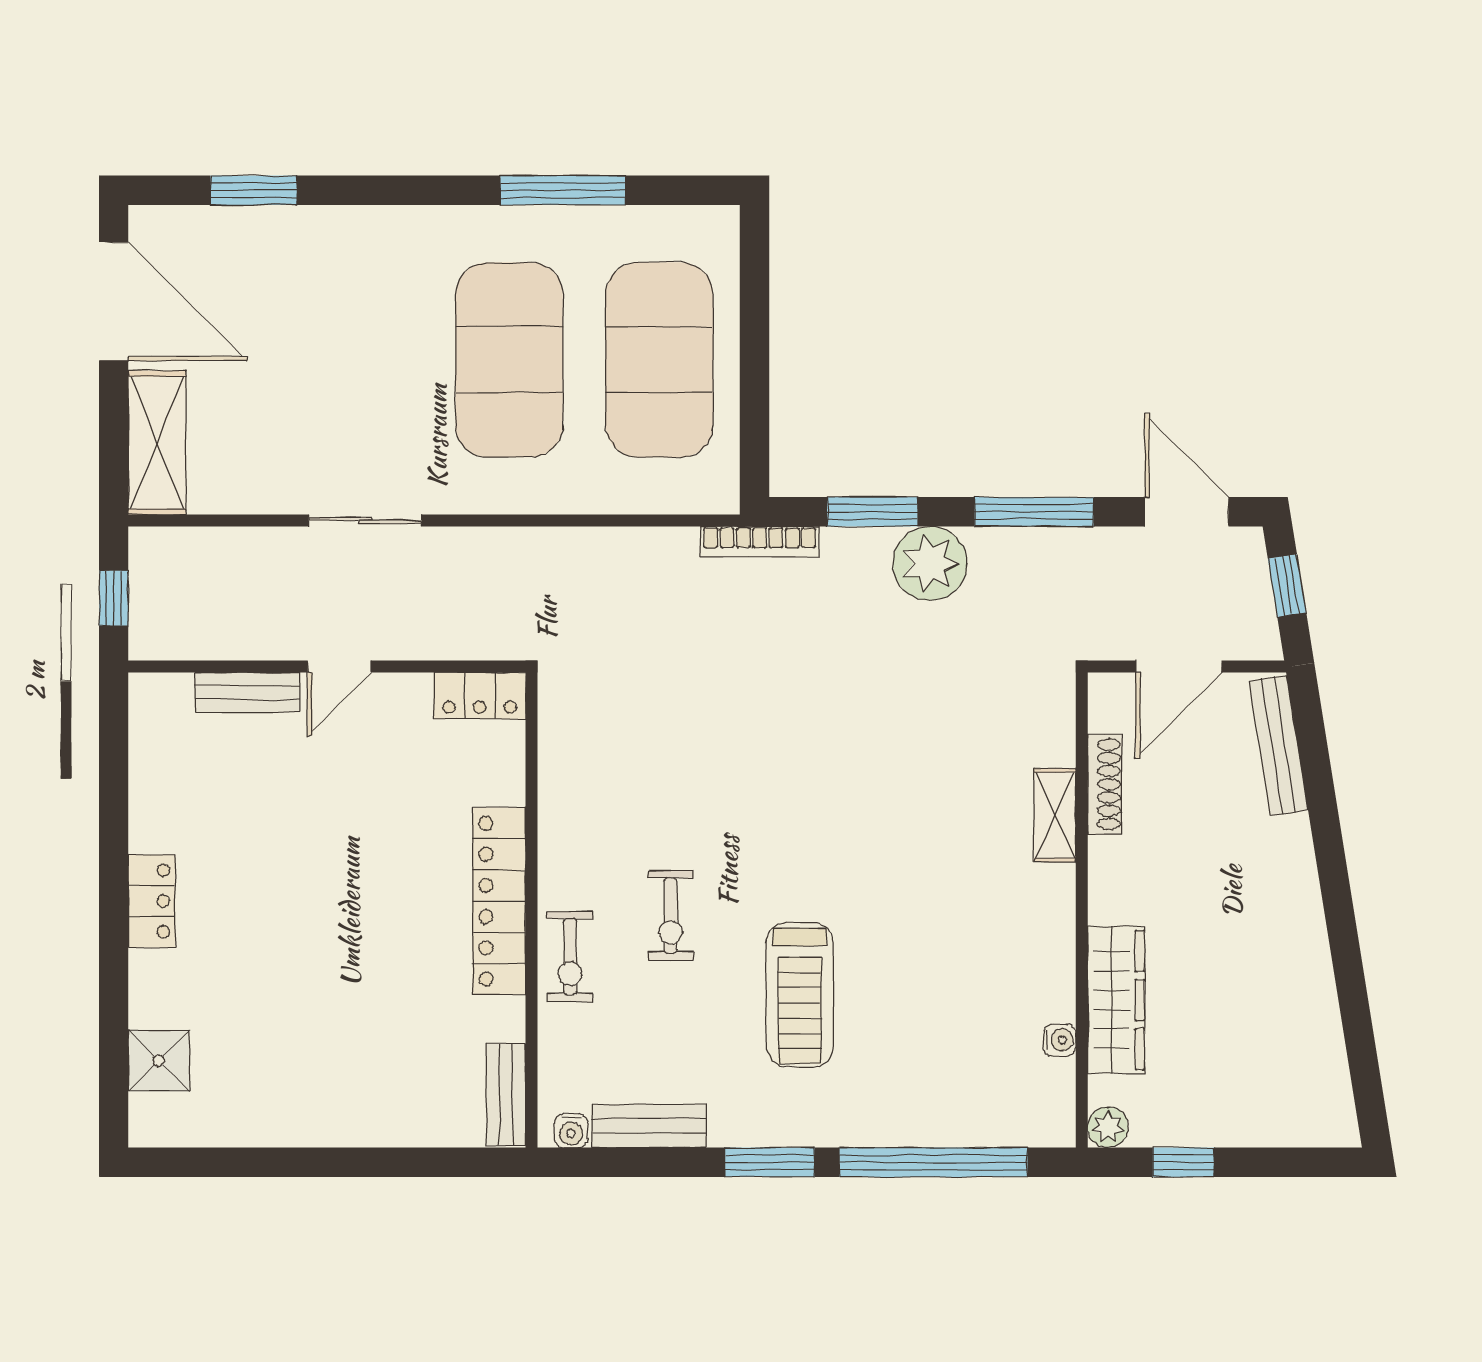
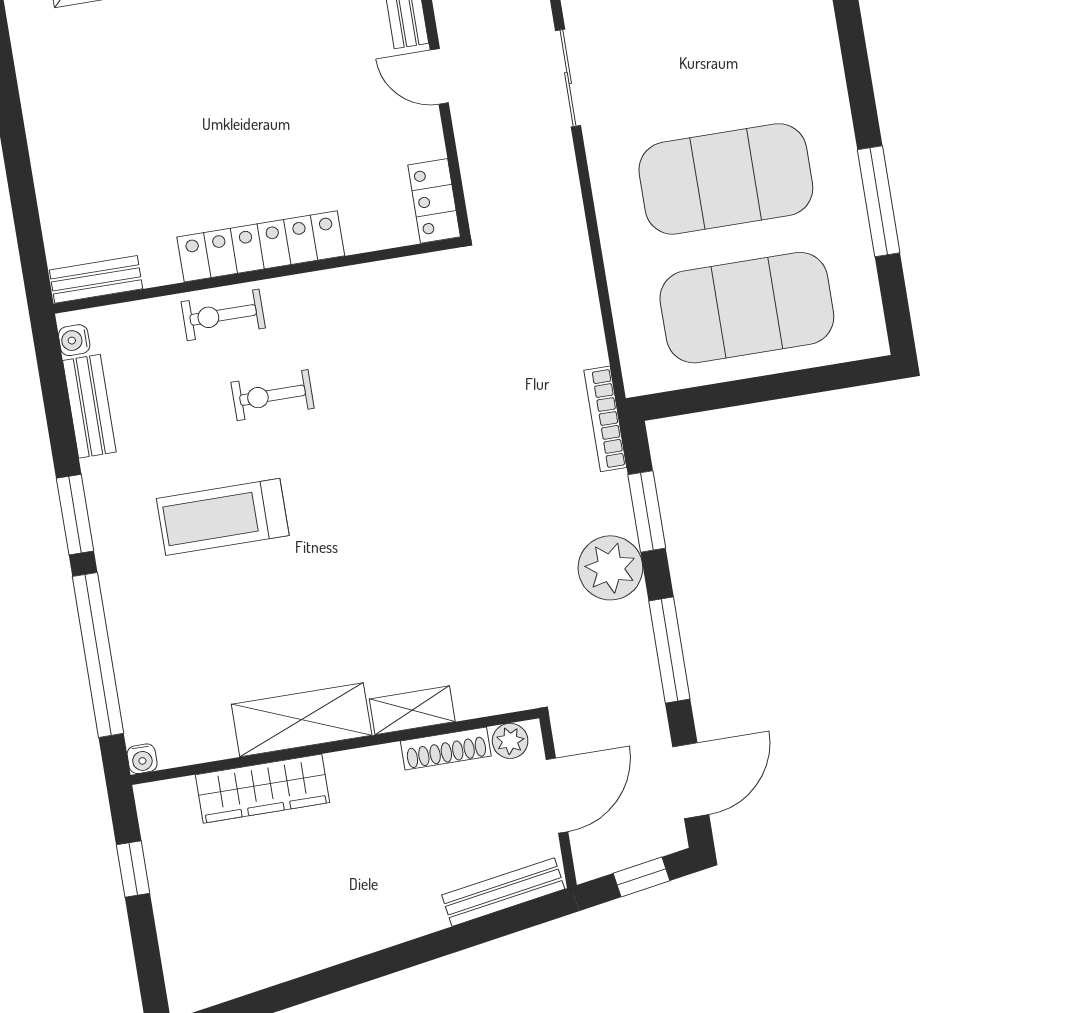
door: (1179, 667) -> (557, 796), swing flipped
shelving: (1045, 943) -> (302, 720), added
water cooler: (1060, 1040) -> (142, 759), moved
plant: (1108, 1127) -> (510, 741), moved

